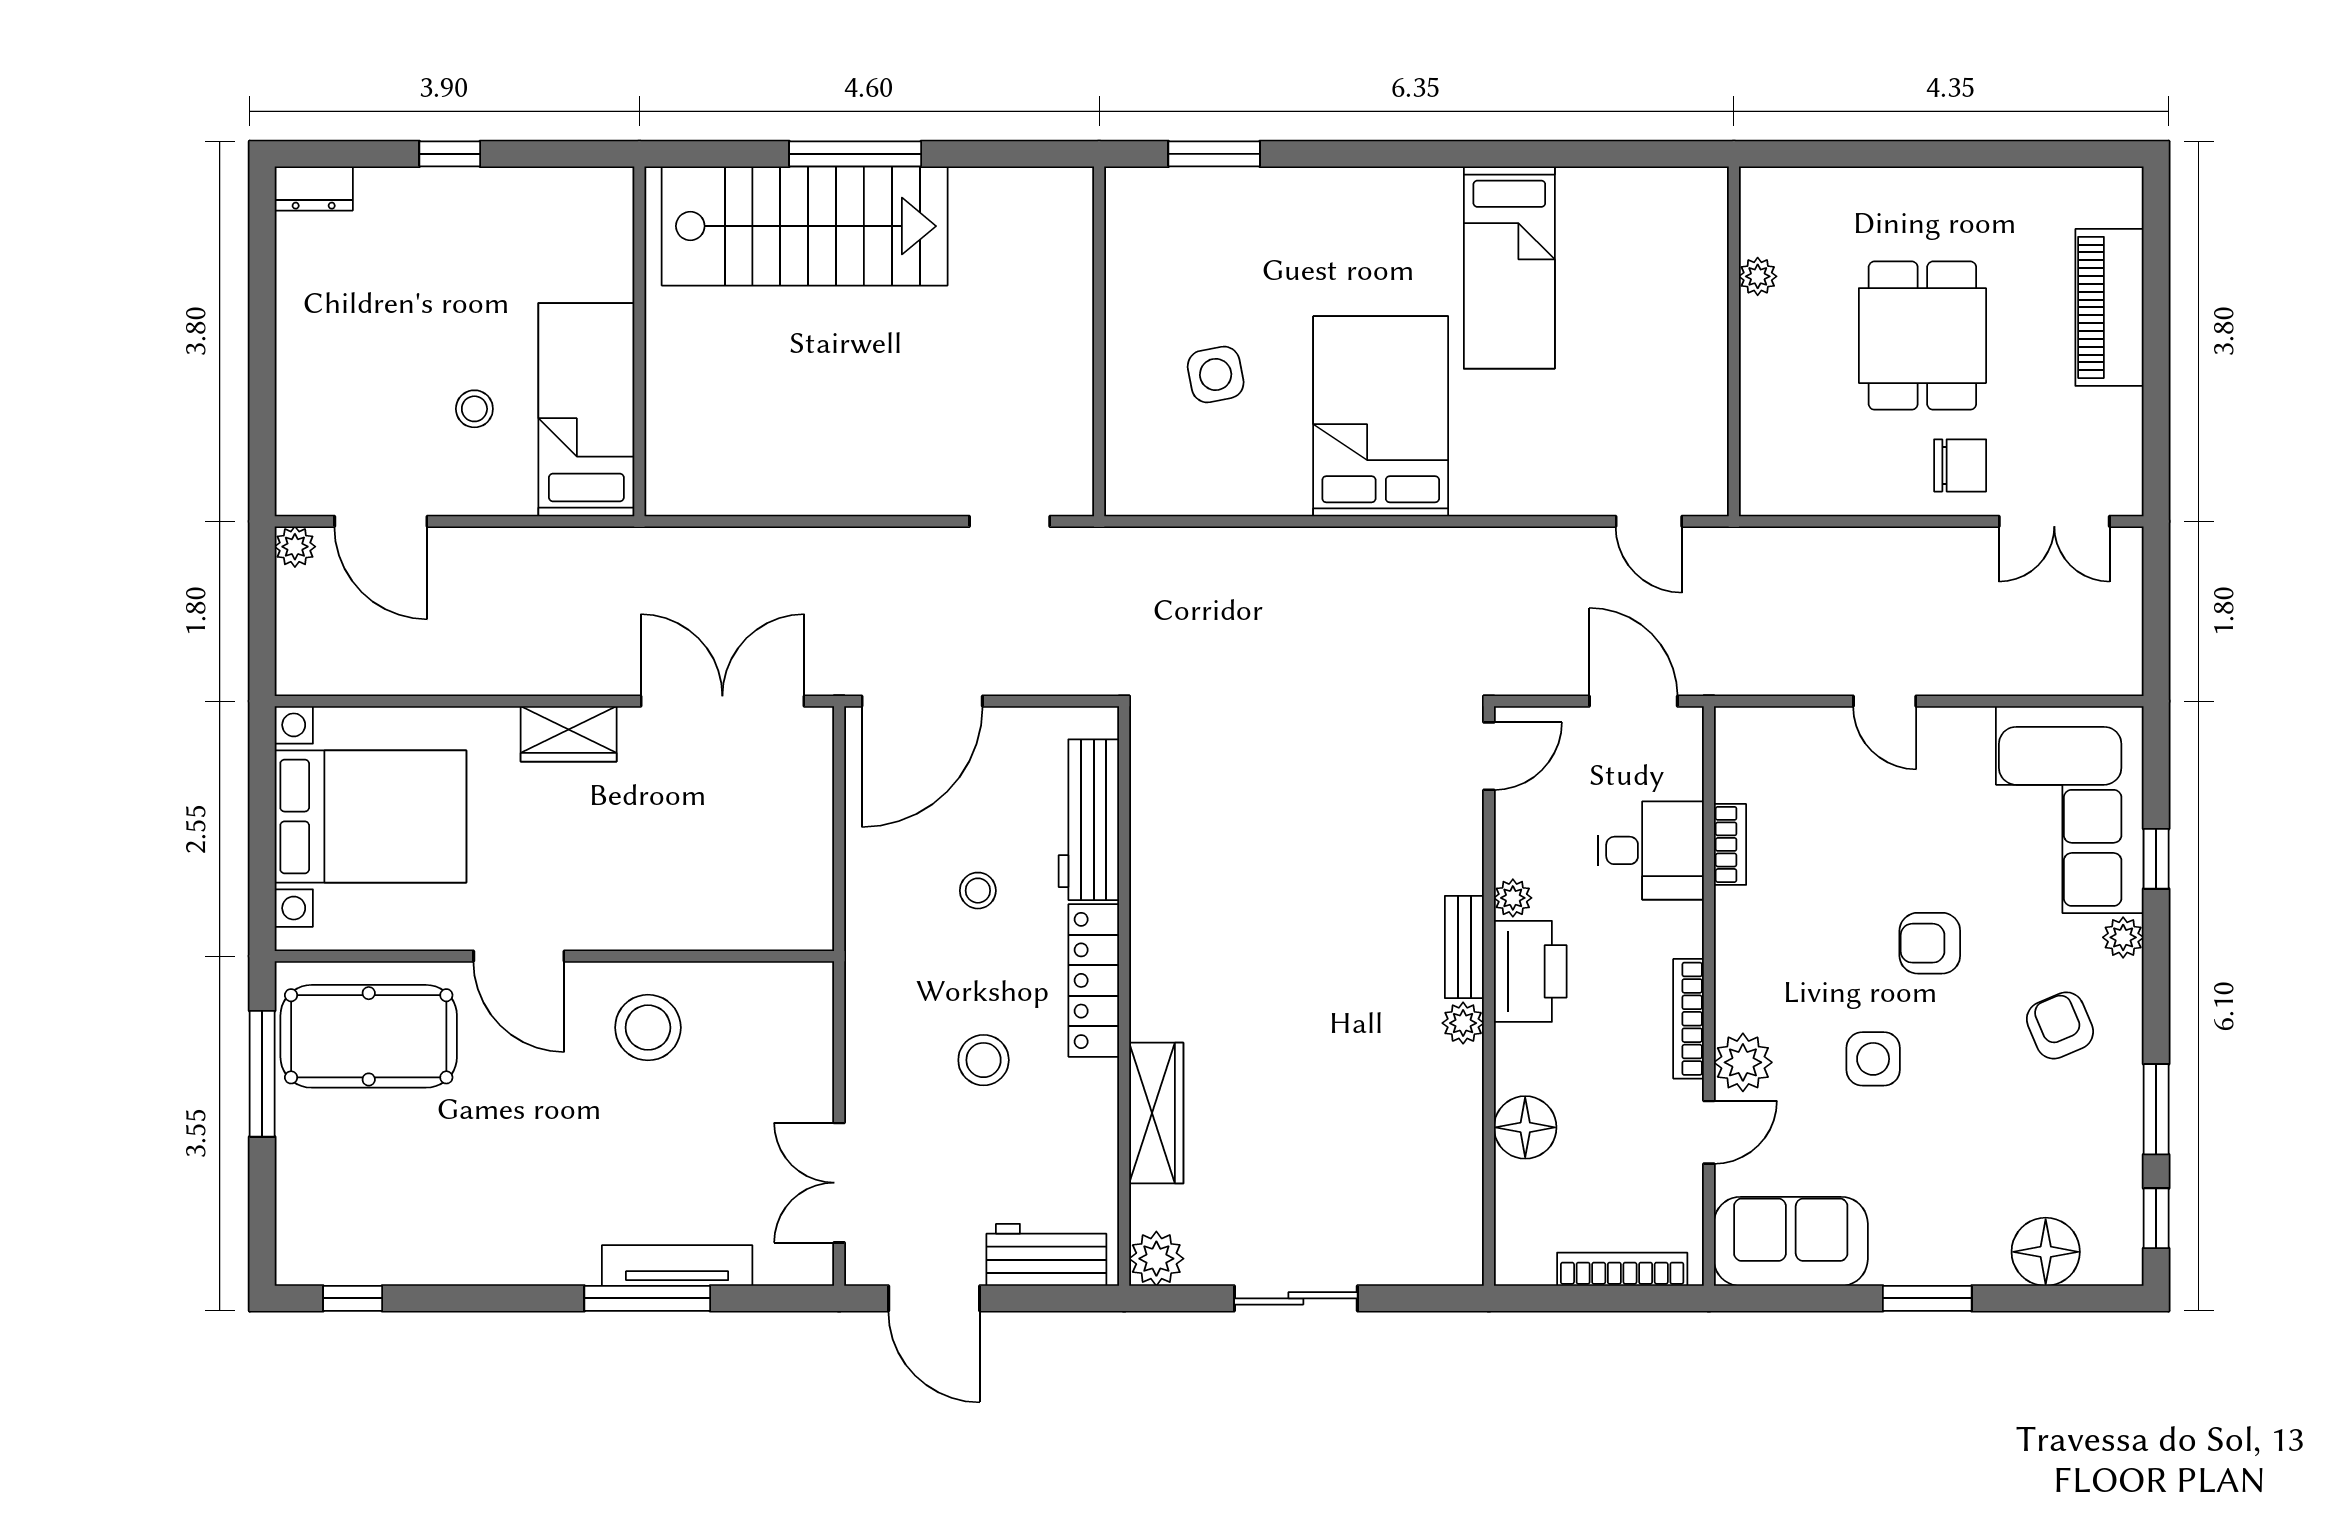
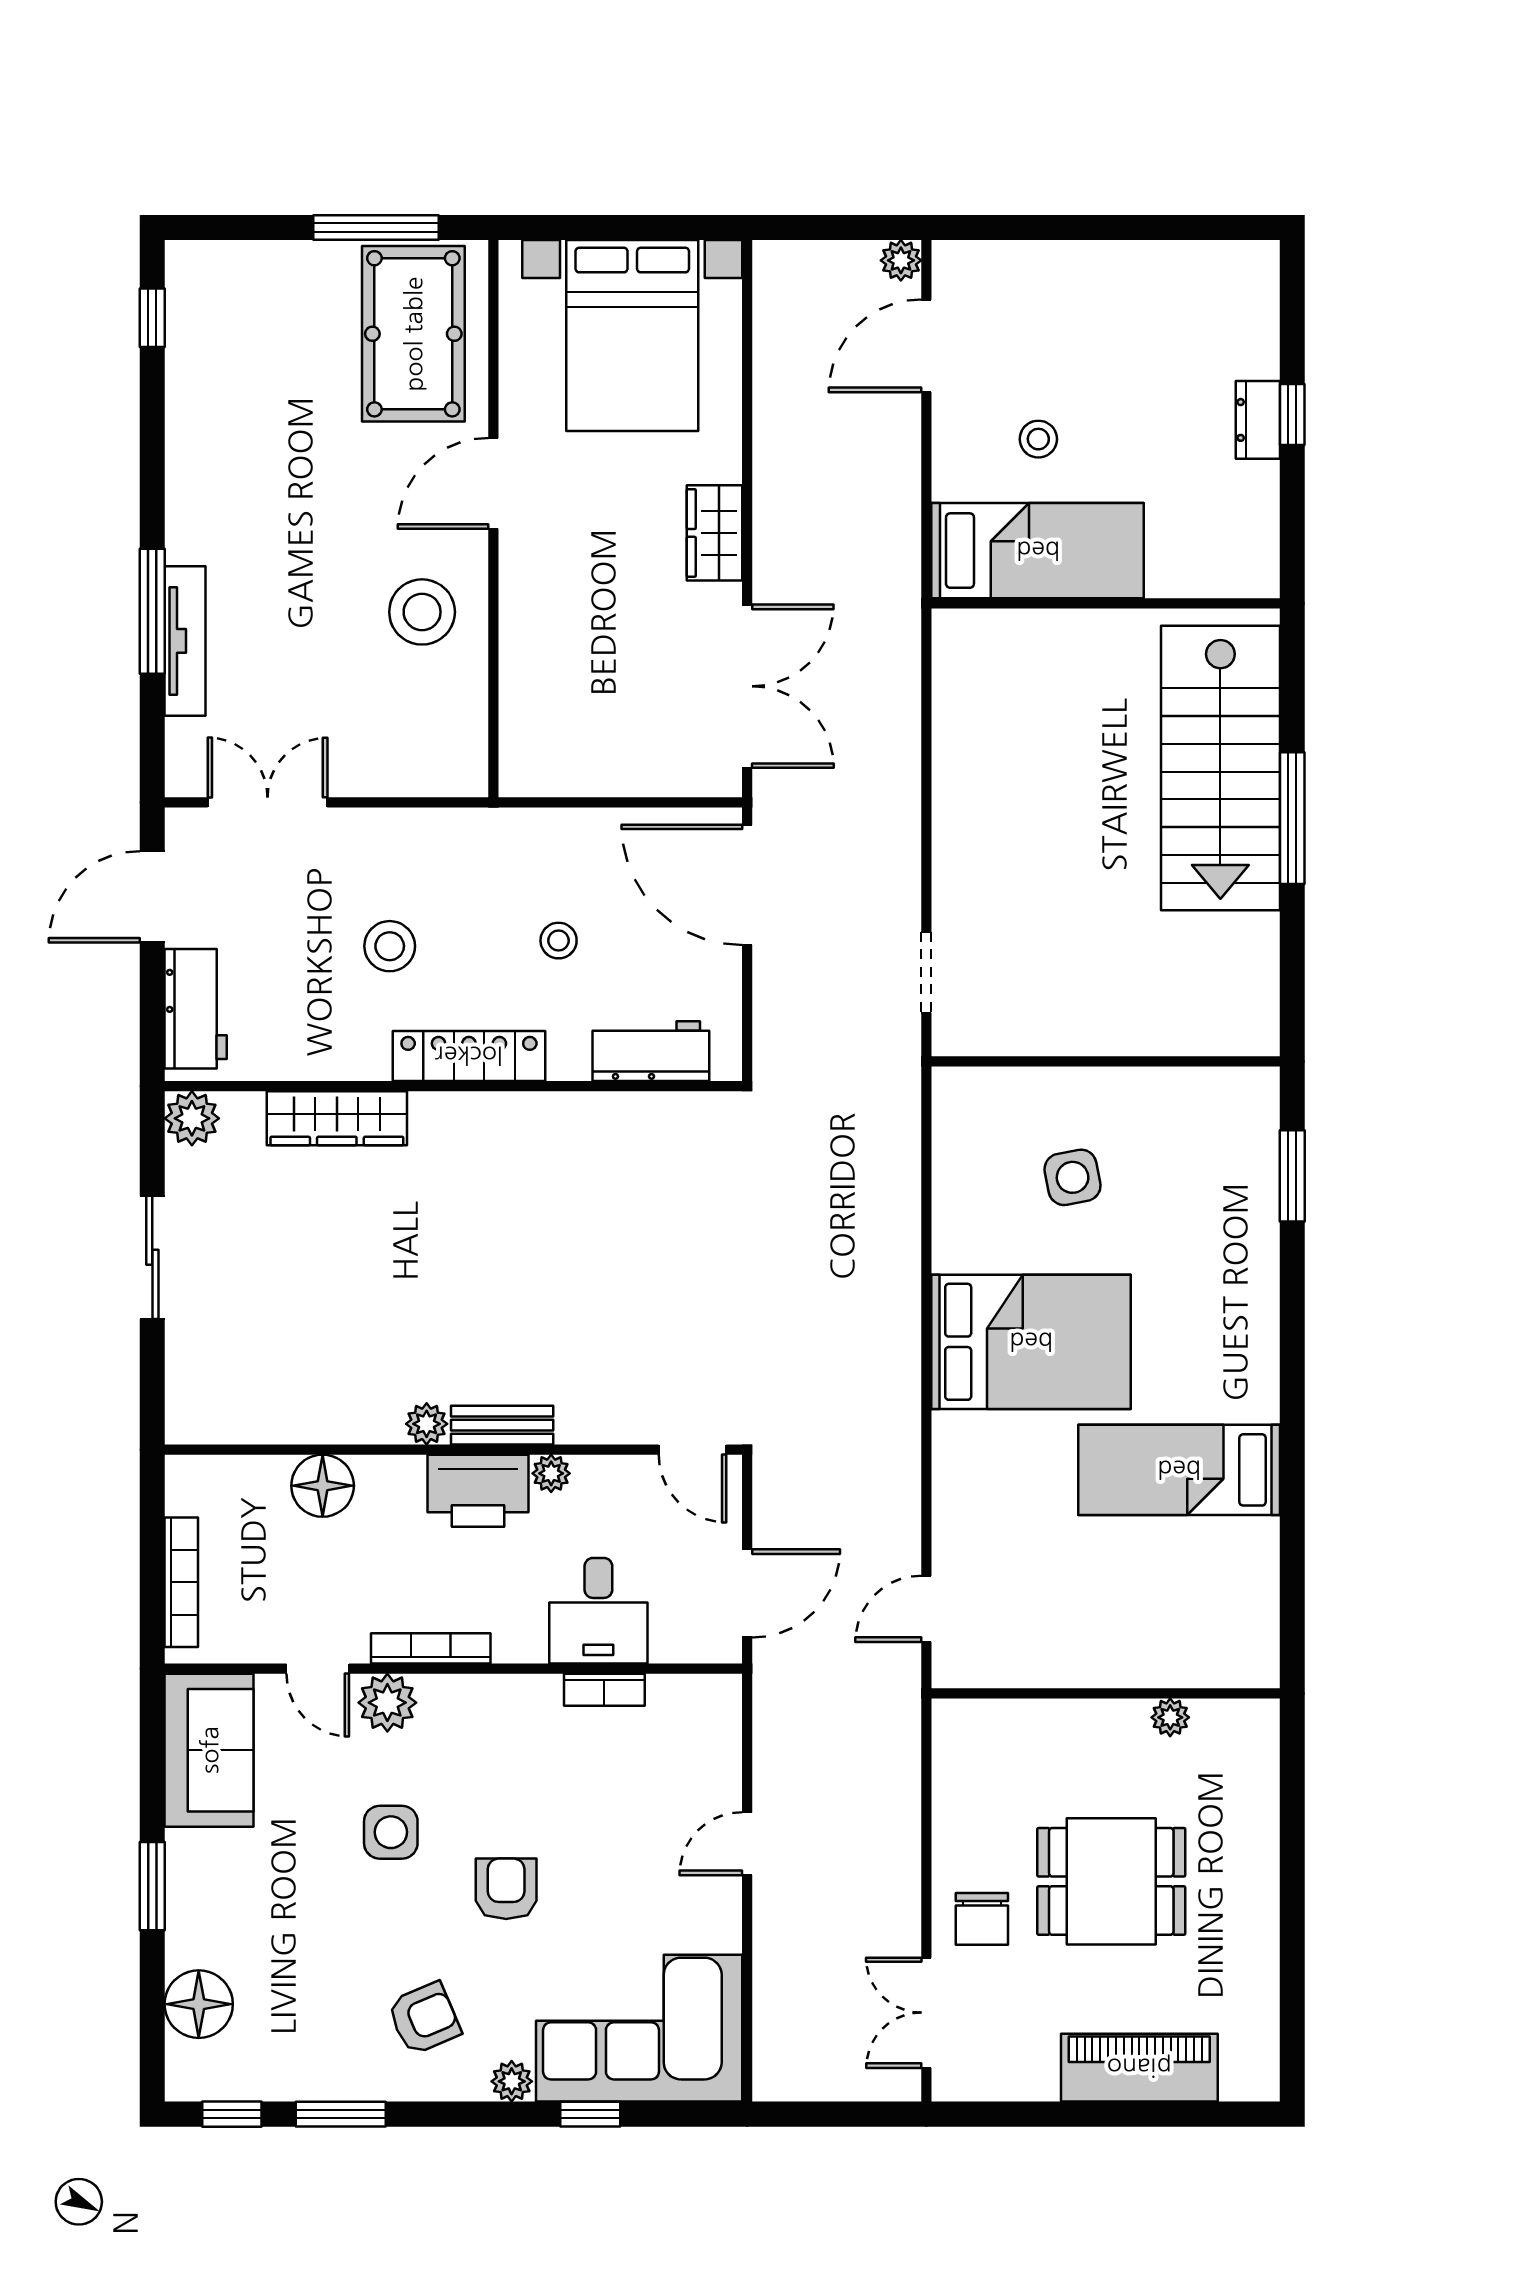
dresser: (314, 188) -> (1258, 420), moved
workbench: (1089, 820) -> (651, 1051), width x0.73

